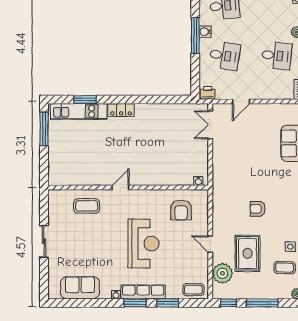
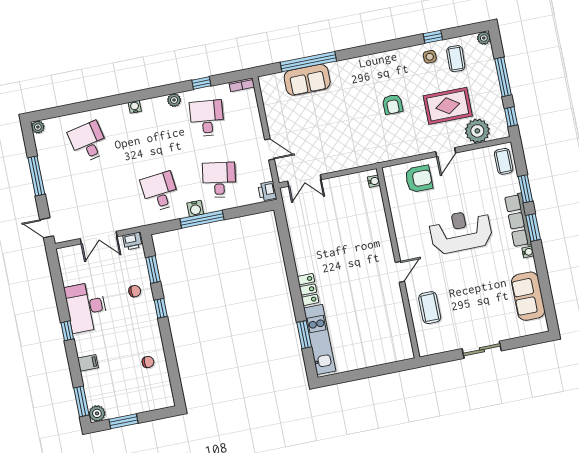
window: (44, 129) -> (349, 376), removed
door: (121, 188) -> (400, 272), swing flipped
armchair: (181, 210) -> (419, 179), moved

